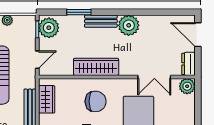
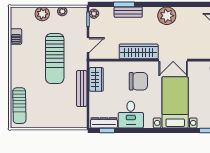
bench: (101, 21) -> (128, 12), moved
plant: (49, 28) -> (94, 14), width x0.53, depth x0.53
double door: (154, 77) -> (173, 60), moved

